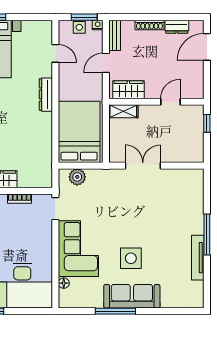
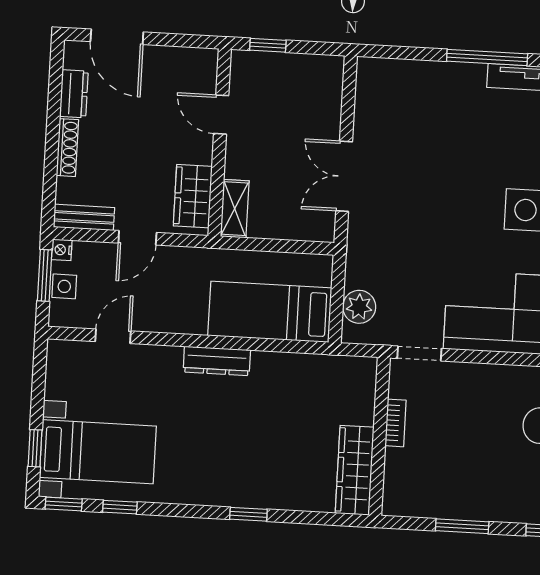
door: (106, 63) -> (137, 238), hinge flipped
dresser: (46, 95) -> (217, 361), moved
bed: (79, 132) -> (270, 312), width x0.67

